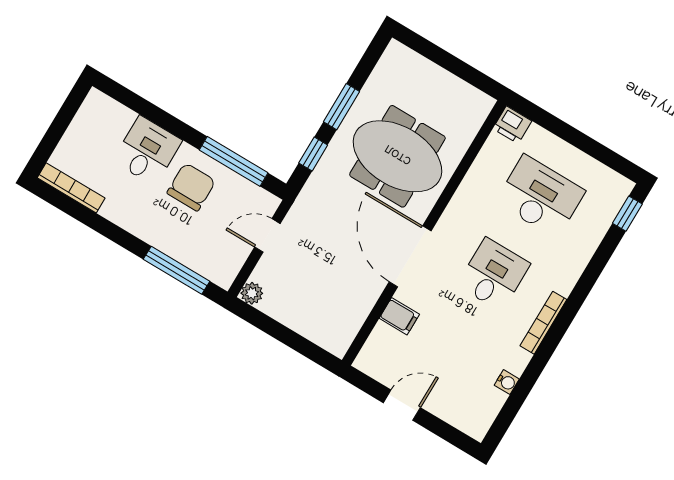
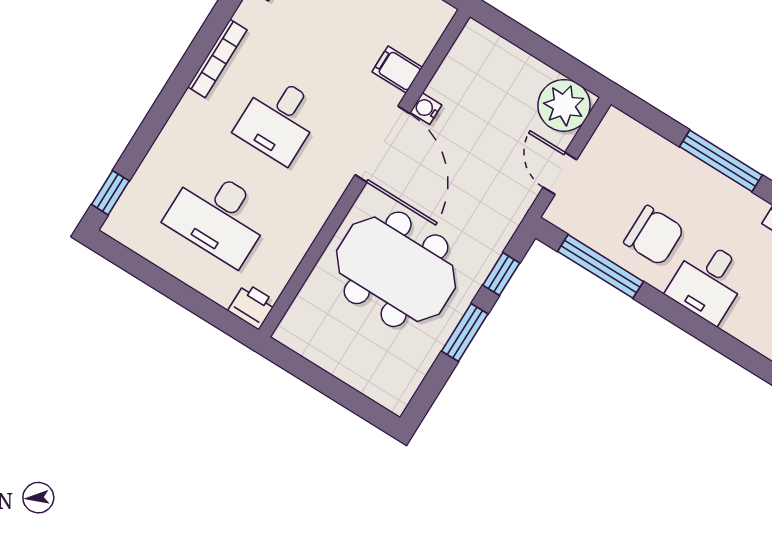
chair: (191, 187) -> (654, 236), turned -90
door: (267, 235) -> (560, 173), swing flipped
window: (176, 270) -> (721, 161), moved
water cooler: (376, 285) -> (426, 109), added
plant: (252, 293) -> (564, 105), width x1.88, depth x1.88

